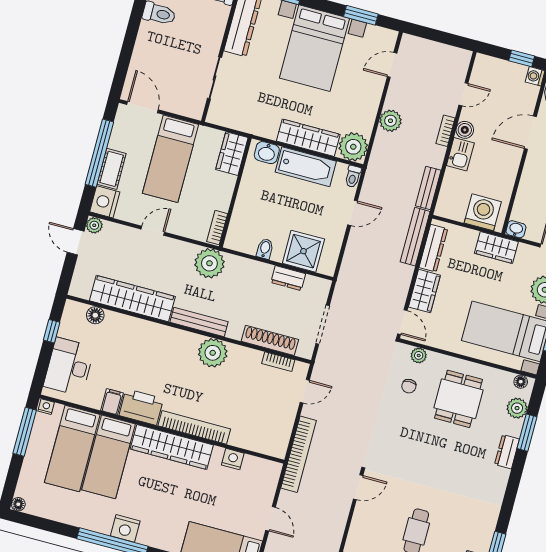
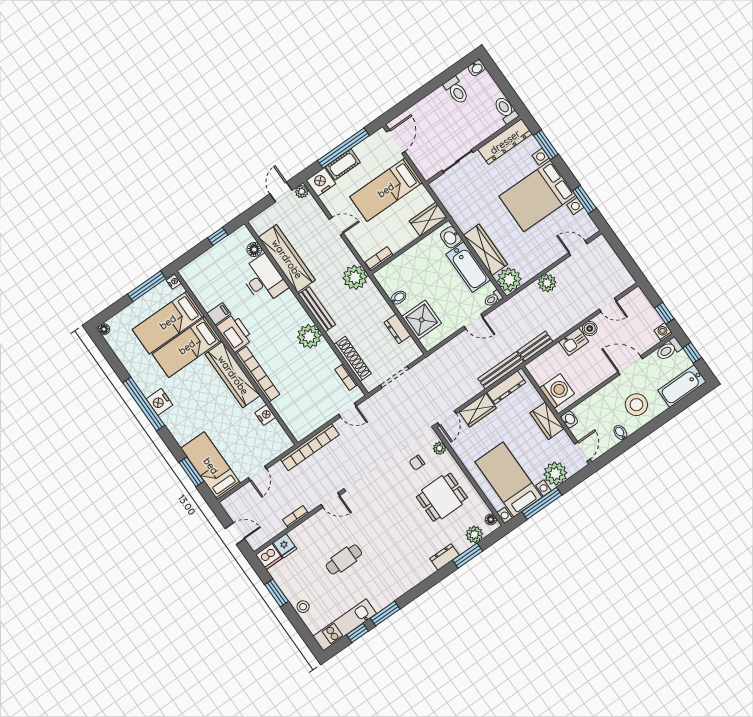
bookcase: (445, 131) -> (295, 517), moved
desk: (69, 367) -> (264, 279), moved, turned 90

